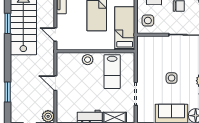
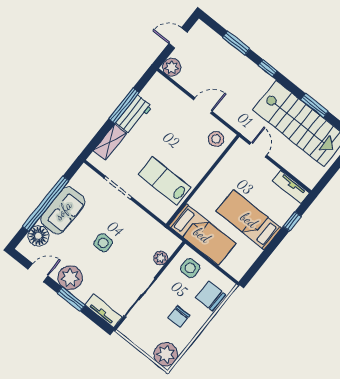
door: (55, 34) -> (258, 150), hinge flipped
plant: (155, 41) -> (161, 258), added
stool: (88, 60) -> (216, 139), moved
window: (8, 64) -> (268, 68), added

